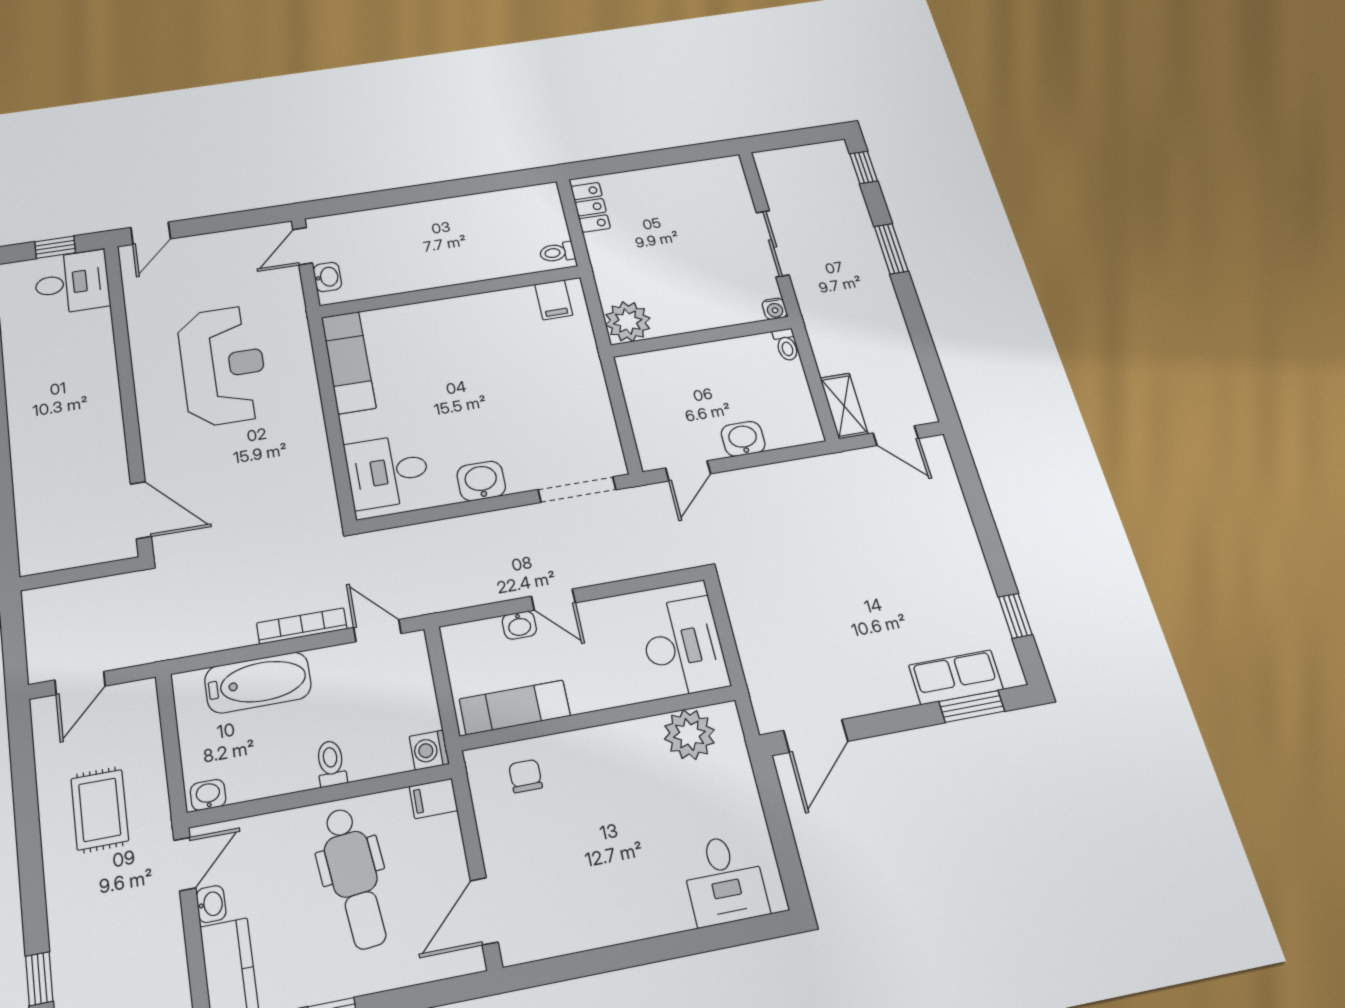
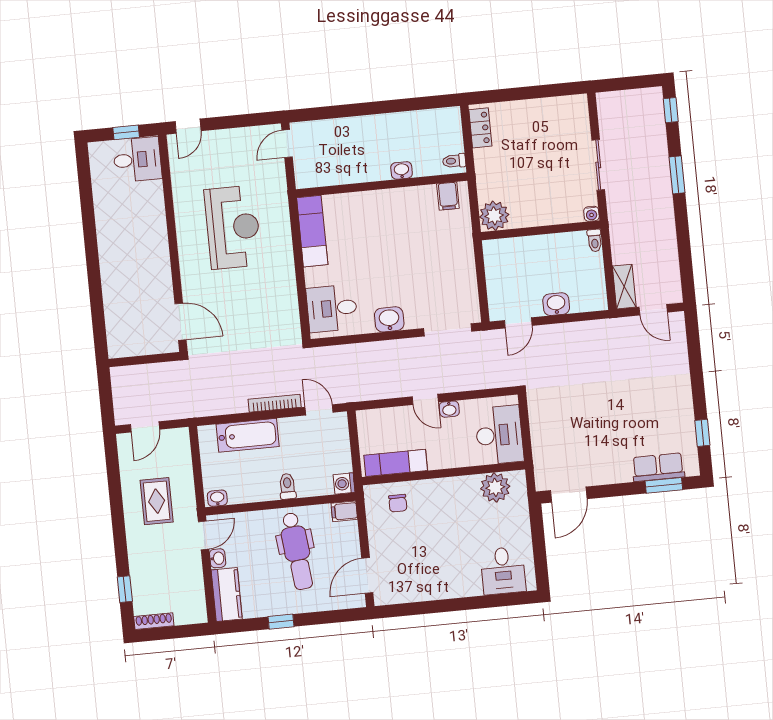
washbasin: (327, 277) -> (402, 170), moved, turned -90
washbasin: (519, 625) -> (449, 409), moved
chair: (526, 776) -> (398, 503), turned 180

